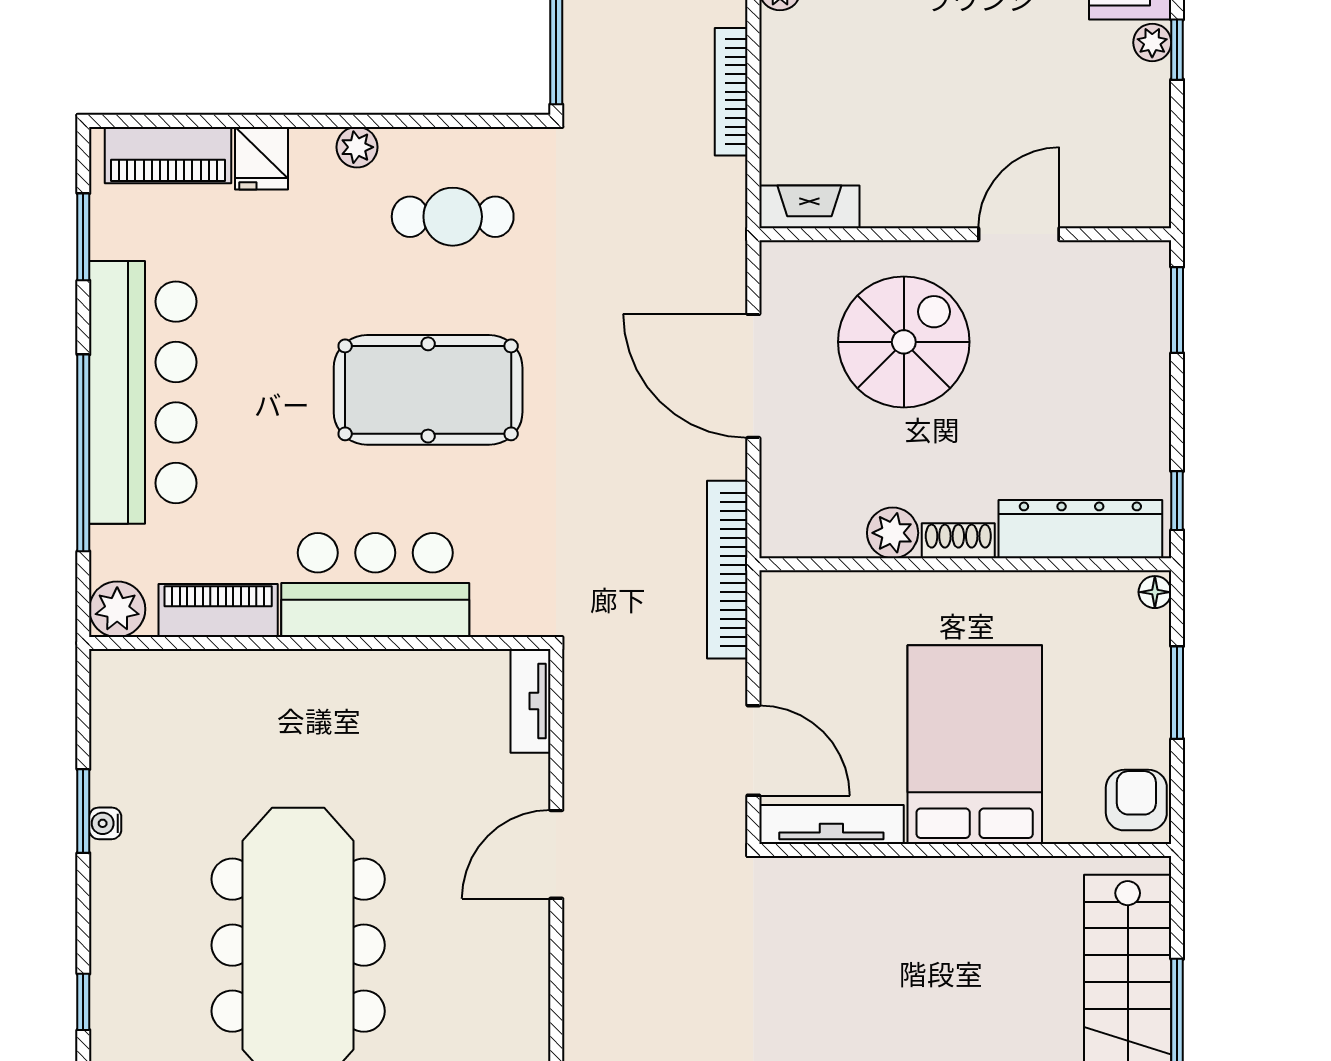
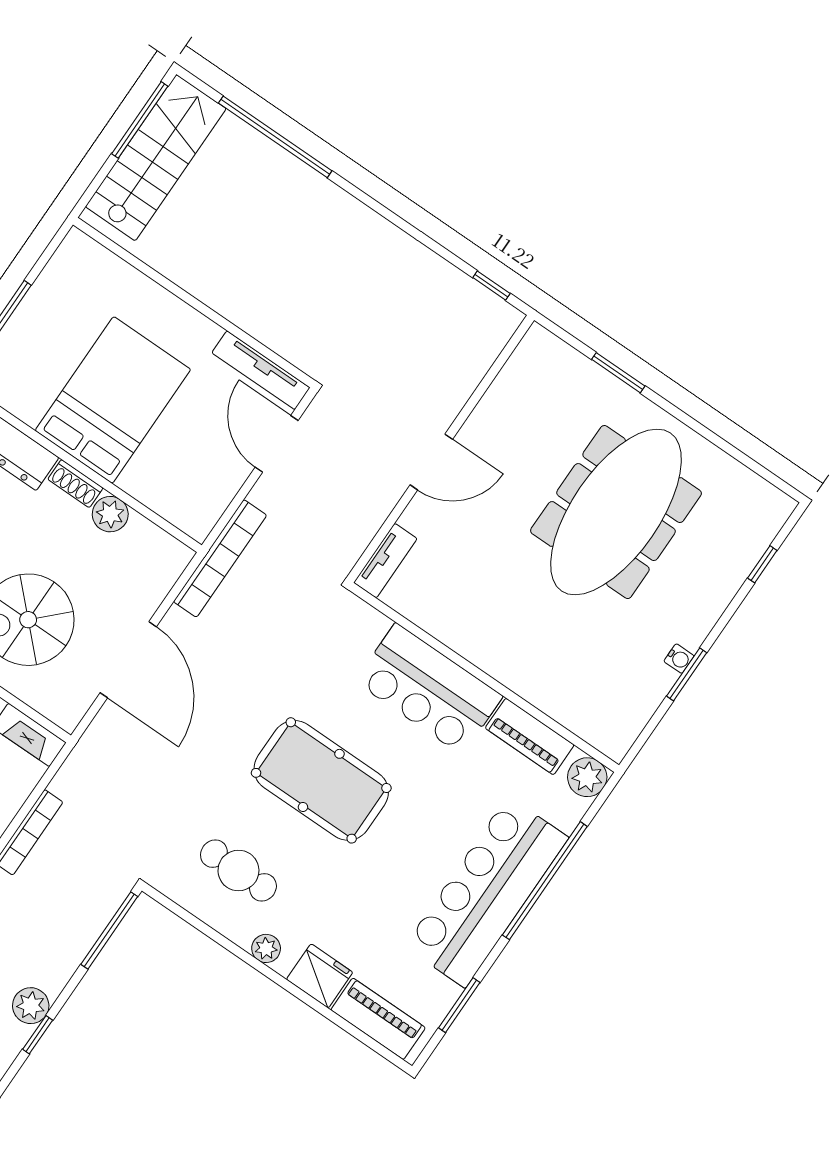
fridge: (262, 158) -> (320, 976), width x1.38
bed: (975, 745) -> (113, 400), moved, turned 180
armchair: (1136, 800) -> (76, 264), removed

